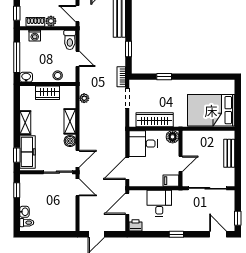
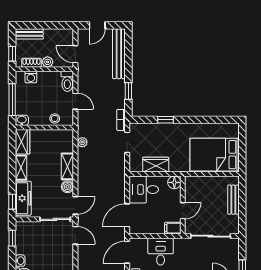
wardrobe: (47, 93) -> (22, 142), moved, turned -90
wardrobe: (155, 120) -> (156, 165), width x0.67

